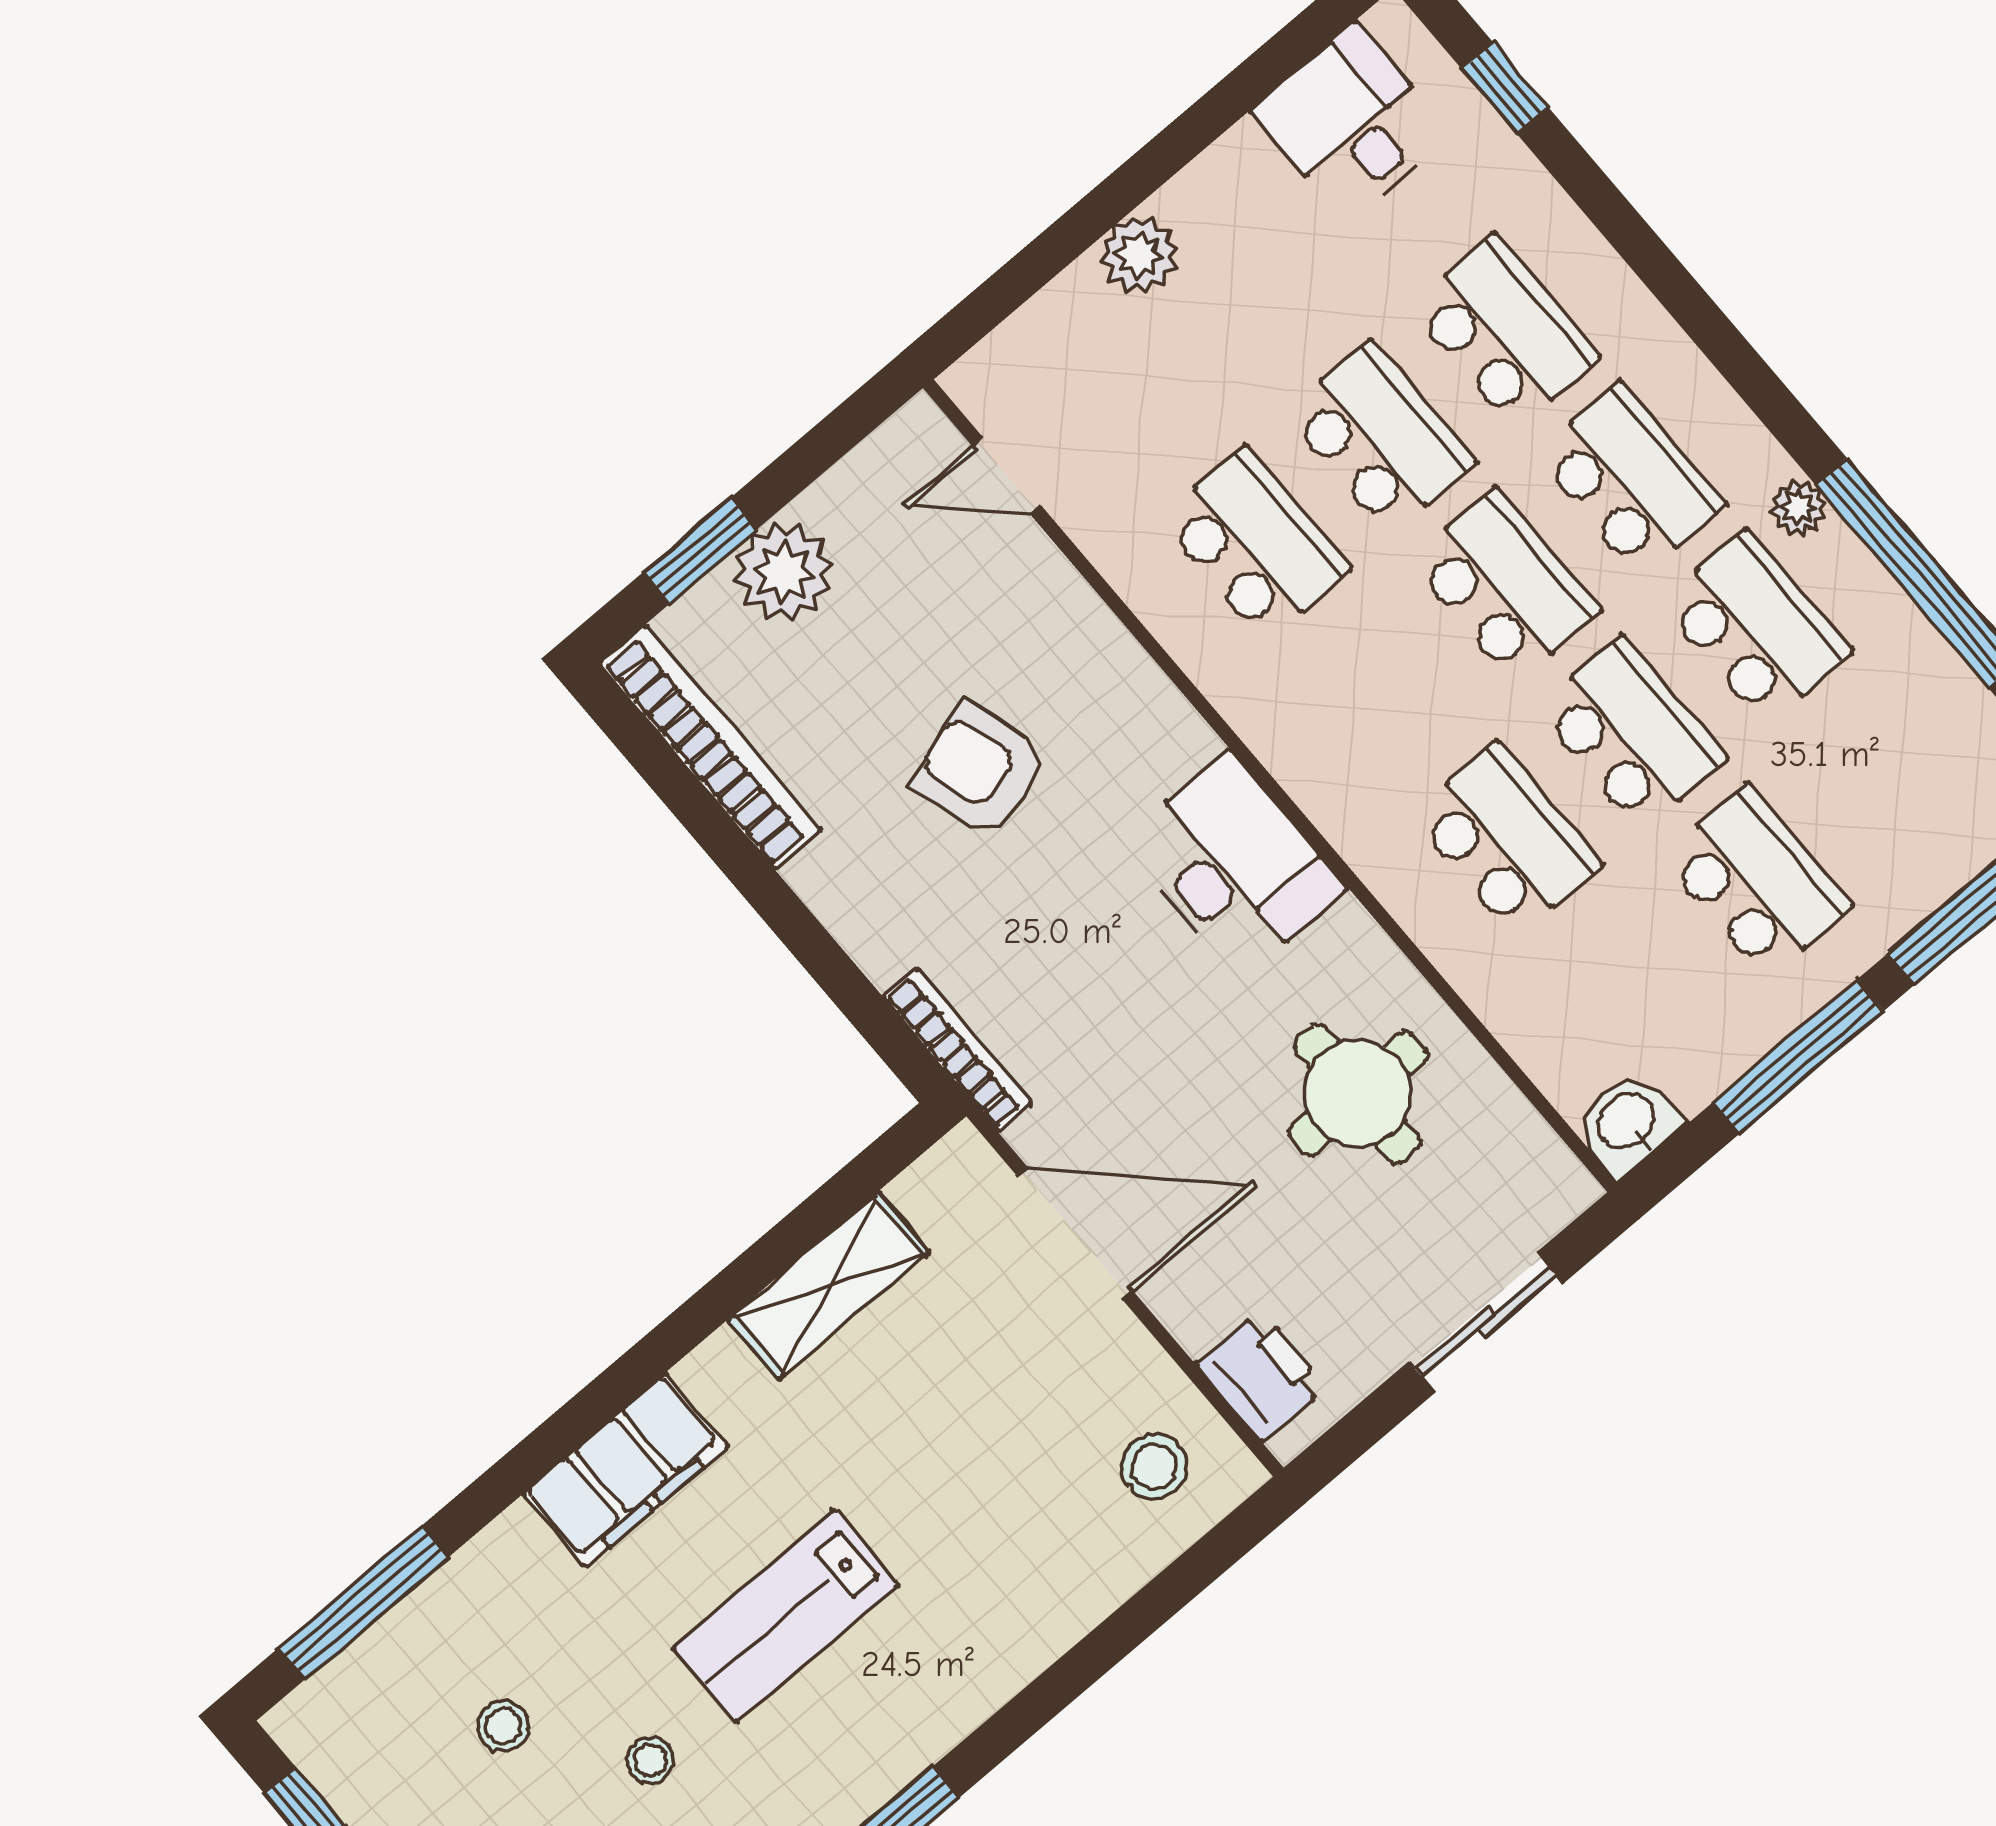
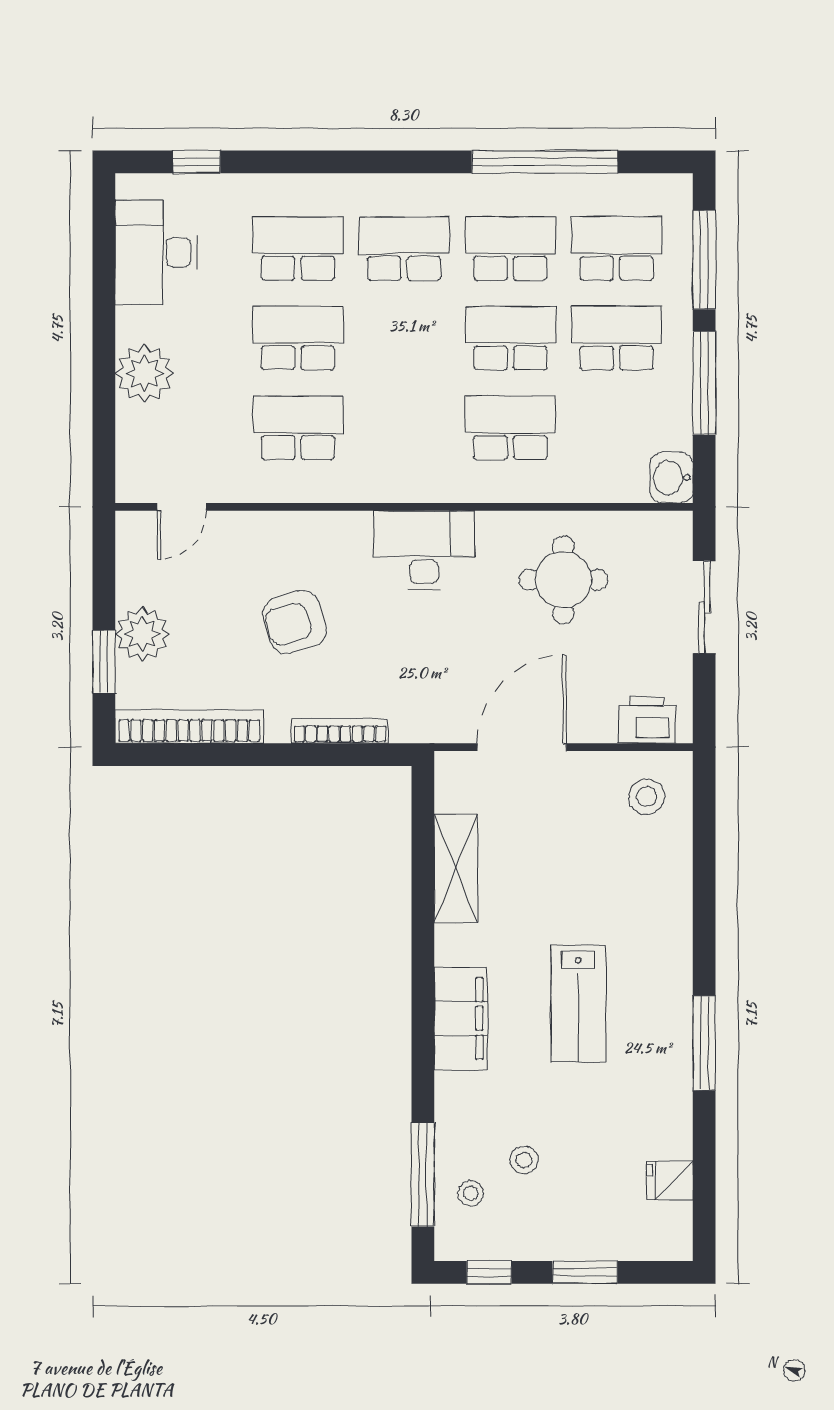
desk: (1351, 122) -> (156, 252), width x1.37
plant: (1139, 255) -> (144, 373), width x1.36, depth x1.36
plant: (1798, 507) -> (475, 188), removed
school desk: (1505, 586) -> (617, 249), moved
bookcase: (957, 1049) -> (340, 731), moved
stool: (650, 1760) -> (471, 1193), moved

